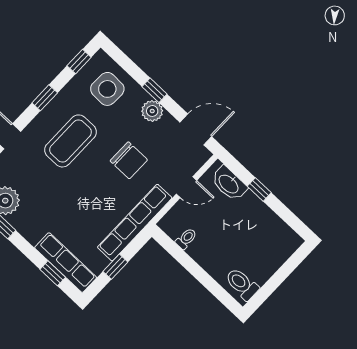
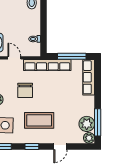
chair: (129, 160) -> (25, 90), turned 180
window: (115, 267) -> (72, 56), width x2.17
window: (53, 273) -> (98, 78), removed

